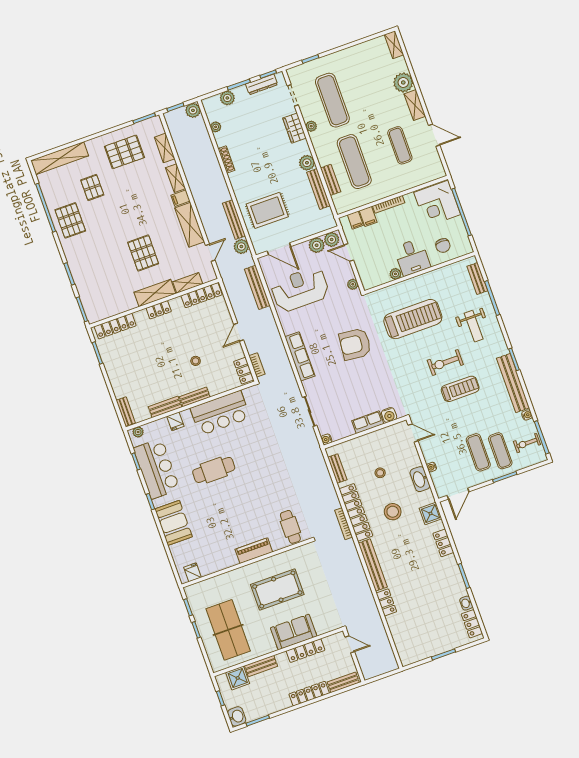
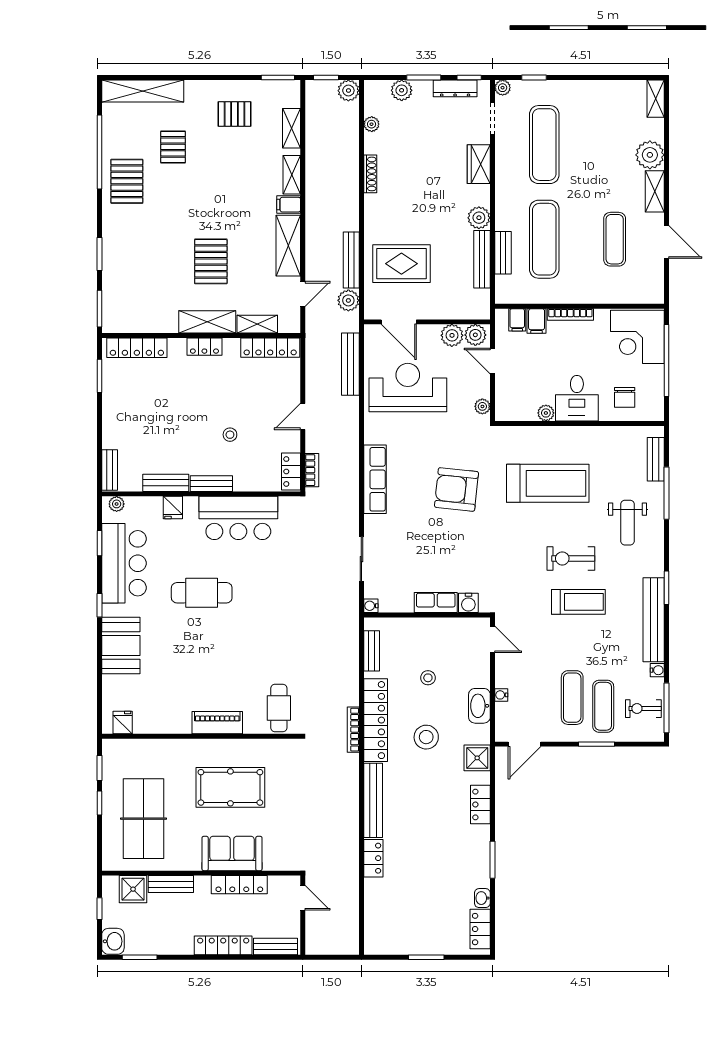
plant: (311, 126) -> (503, 88), moved
pallet: (124, 152) -> (234, 114), width x0.67, depth x0.71

